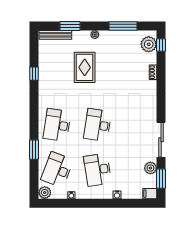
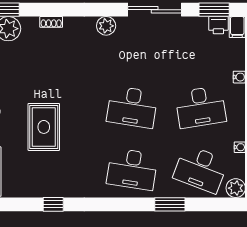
rug: (85, 67) -> (44, 127), turned 90
plant: (150, 168) -> (106, 26), moved
printer: (151, 181) -> (218, 25), added

